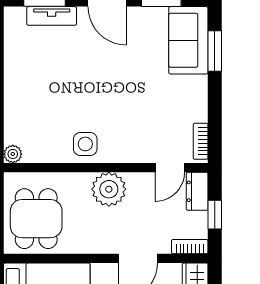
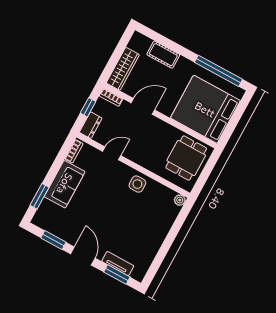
sofa: (188, 40) -> (65, 184), moved
door: (170, 168) -> (112, 153), moved
plant: (109, 189) -> (138, 152), removed

